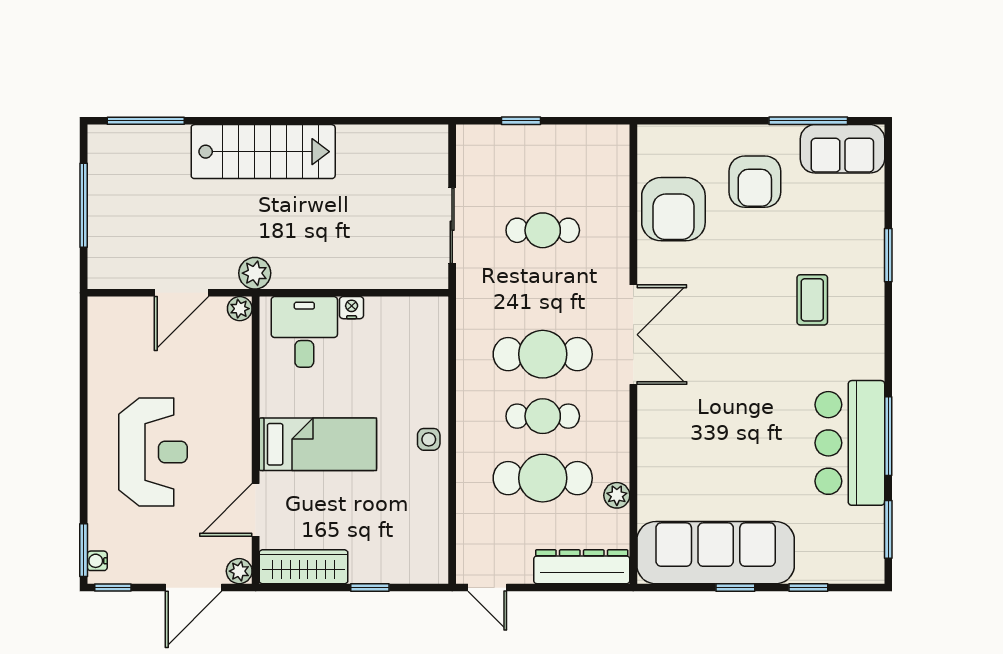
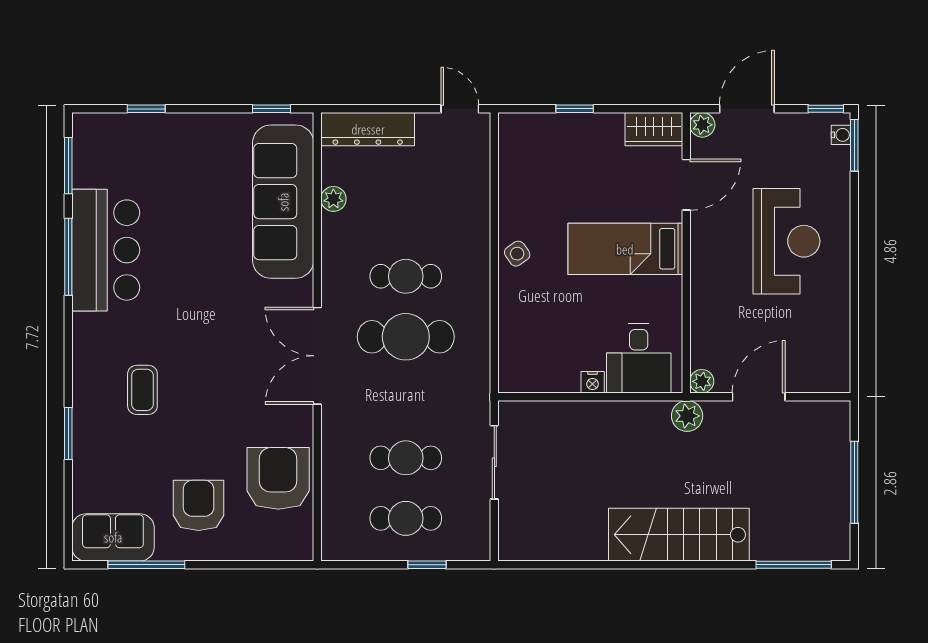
side table: (429, 439) -> (517, 254), turned -35
reception desk: (153, 452) -> (786, 241), turned 180
cafe table: (543, 478) -> (406, 518), moved, width x0.73, depth x0.74
sofa: (716, 553) -> (283, 202), moved, turned 90
wardrobe: (304, 567) -> (654, 129), width x0.67
window: (735, 588) -> (272, 109), moved

